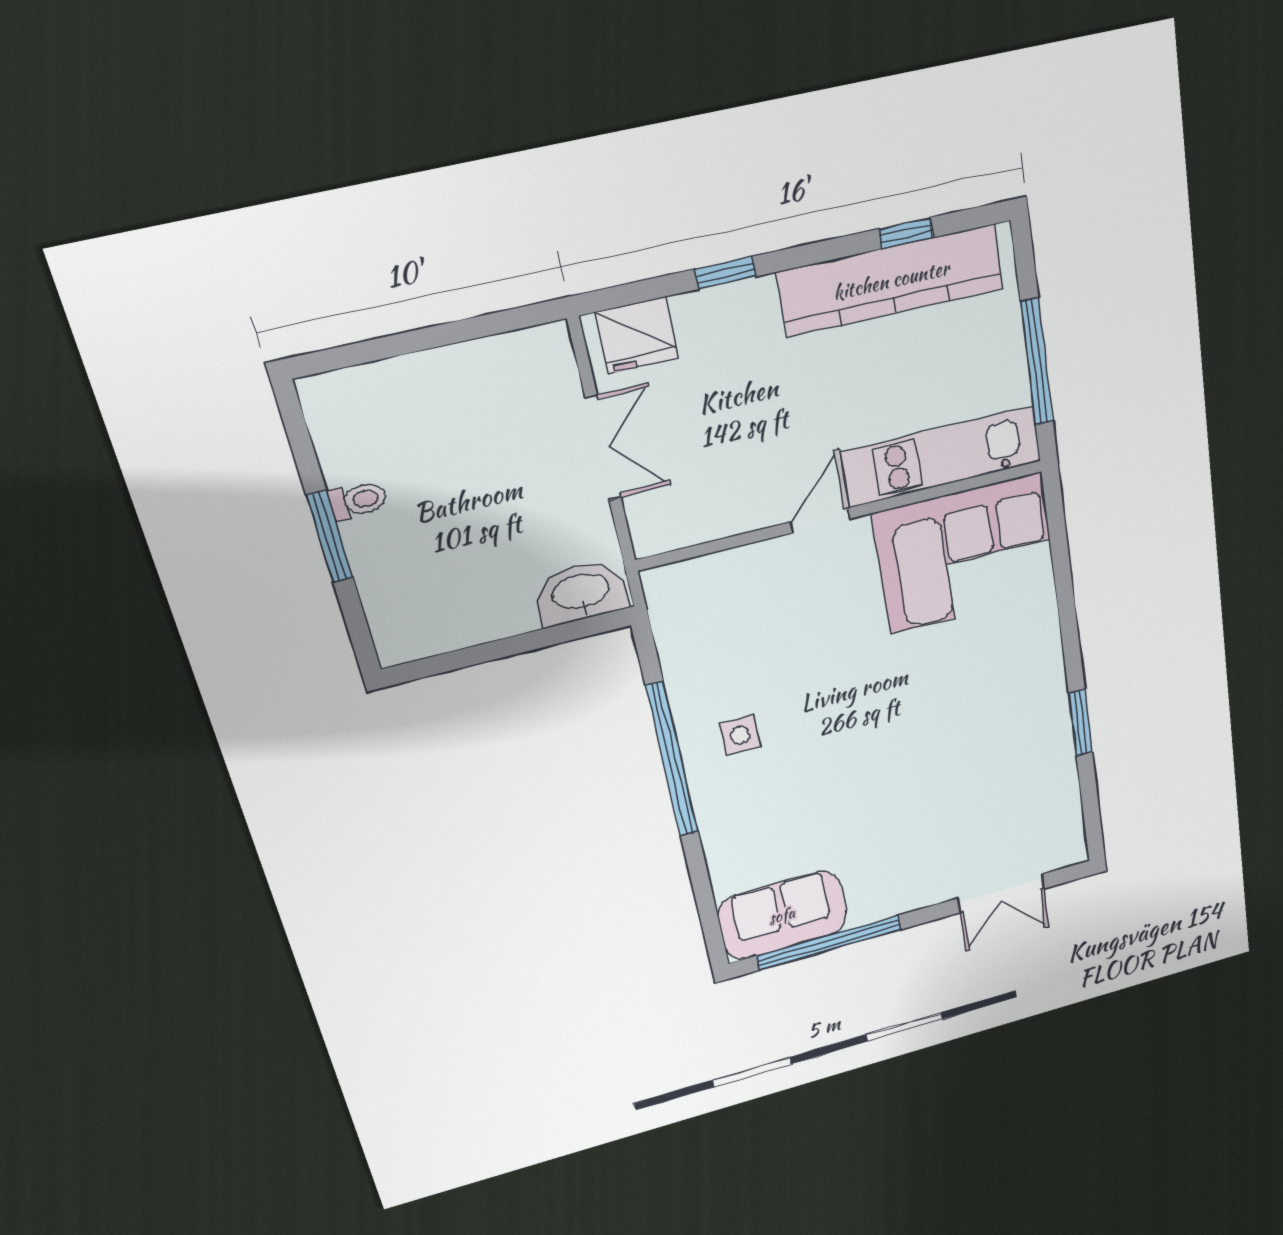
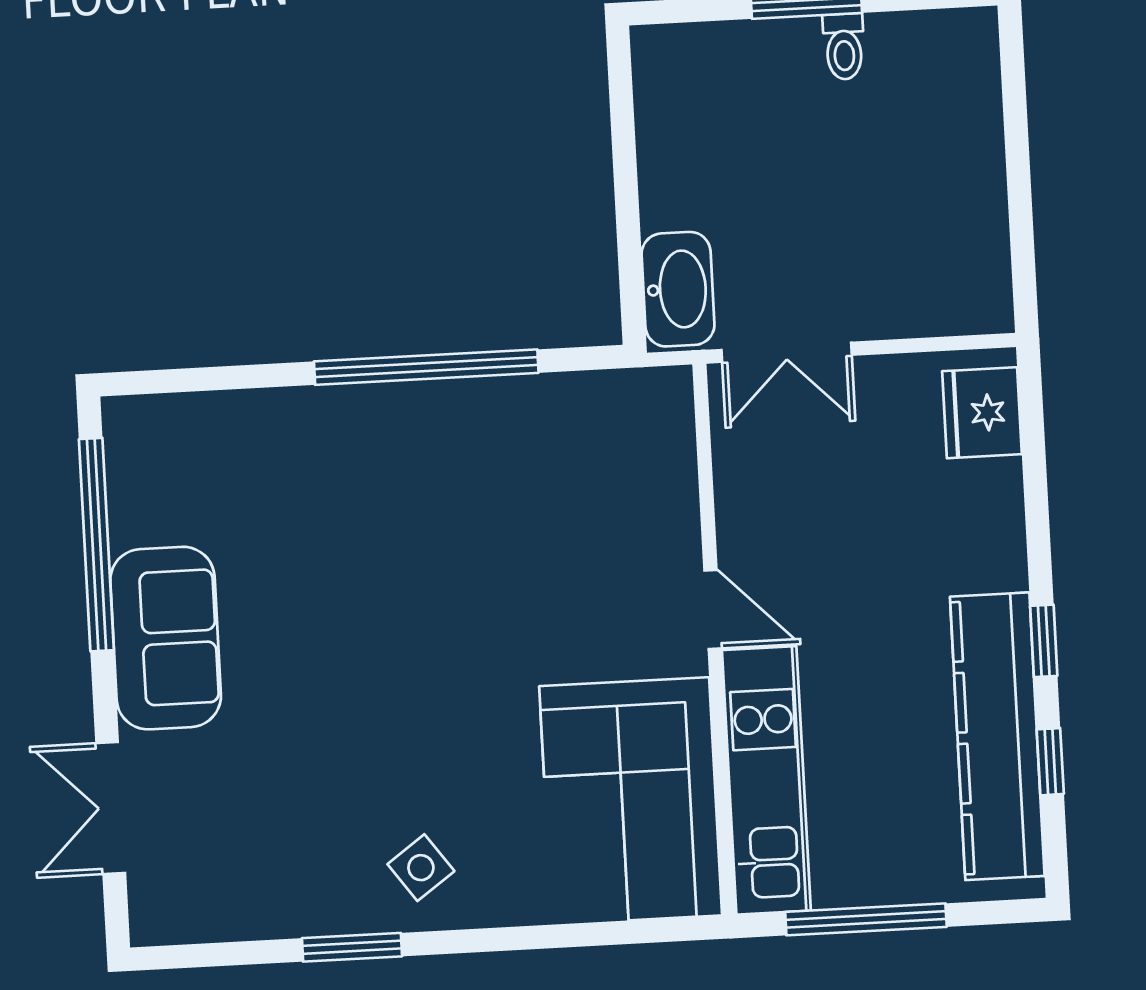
window: (725, 273) -> (1044, 641), moved
double door: (603, 448) -> (787, 352), moved
side table: (740, 735) -> (421, 868), moved, turned -36
sofa: (782, 915) -> (166, 638), moved

